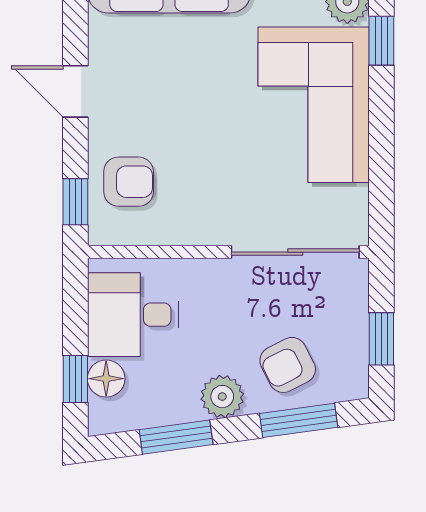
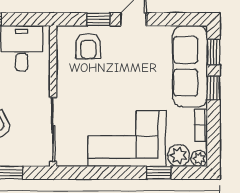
window: (75, 202) -> (99, 19), moved

